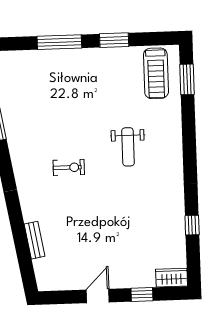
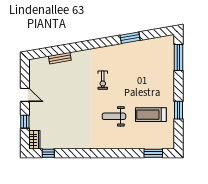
window: (59, 42) -> (178, 57), moved
treadmill: (156, 73) -> (151, 115), moved
window: (192, 225) -> (48, 153), moved

